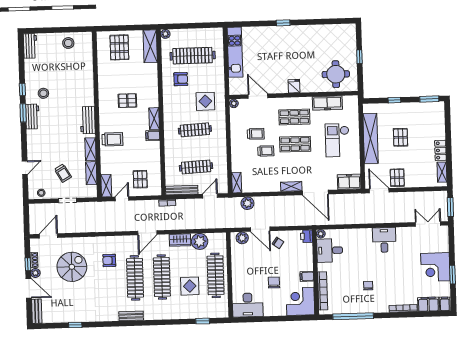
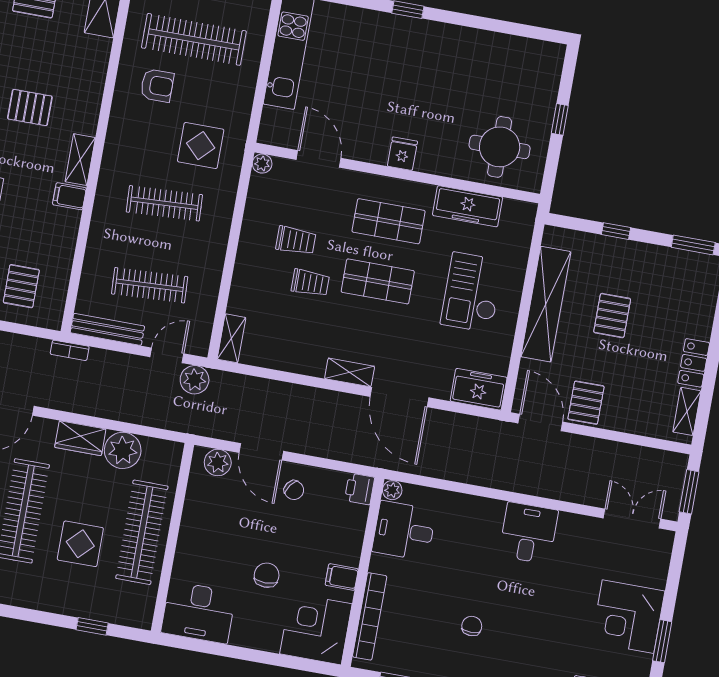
plant: (247, 203) -> (195, 380), moved

